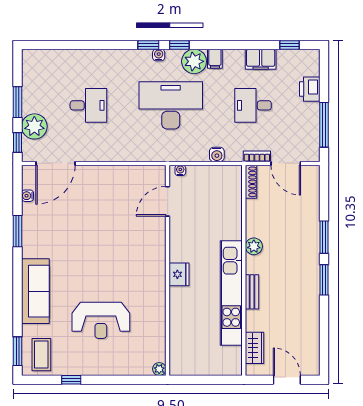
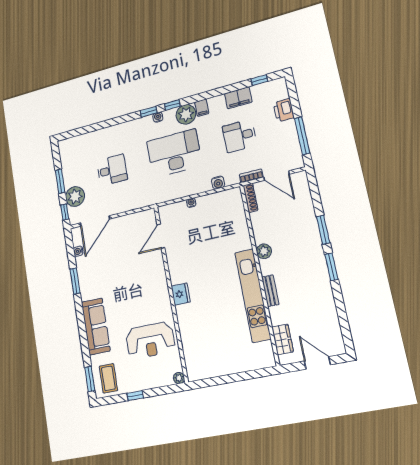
door: (167, 201) -> (161, 236), moved
wall: (167, 270) -> (171, 293), moved
fridge: (179, 274) -> (181, 294), moved
plant: (159, 369) -> (179, 378), moved

